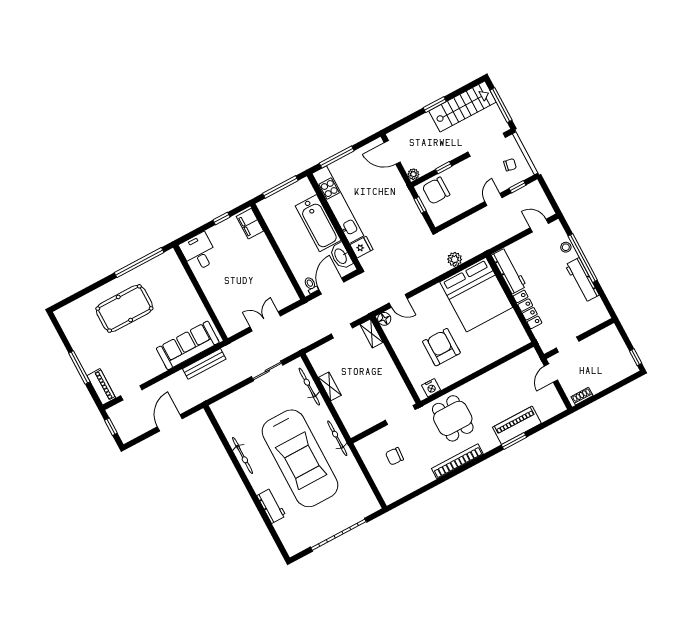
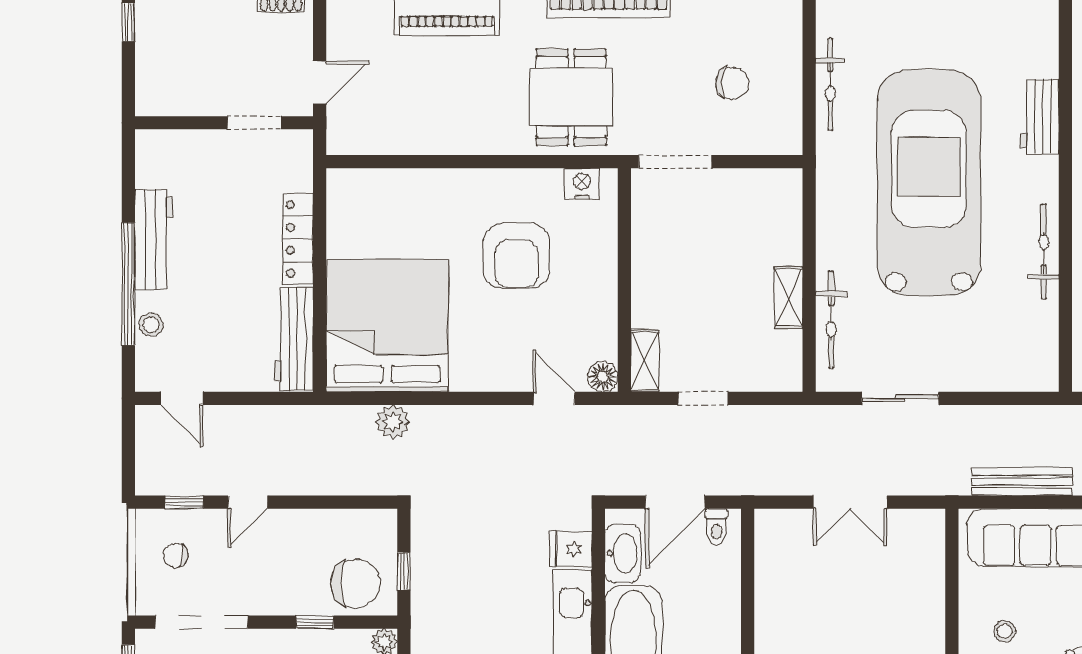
stool: (181, 304) -> (1005, 631), added
bicycle: (337, 438) -> (830, 84), moved

